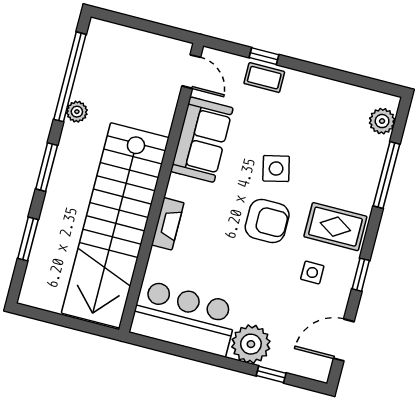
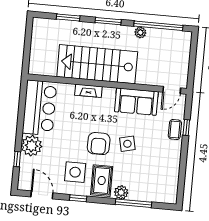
plant: (382, 121) -> (121, 192), moved
stairs: (115, 225) -> (97, 64), width x0.73
side table: (312, 272) -> (75, 172), width x1.87, depth x1.87

